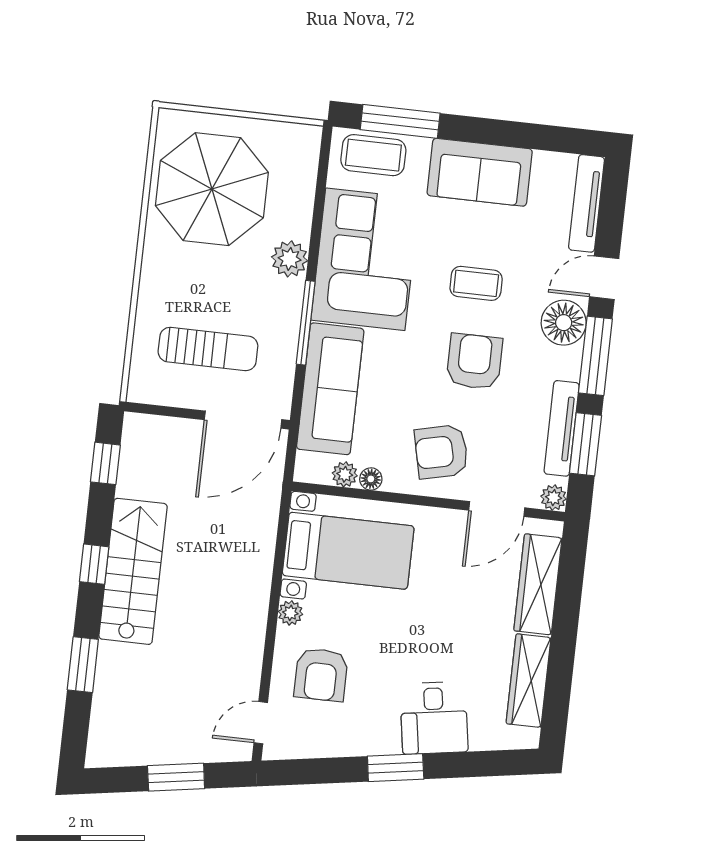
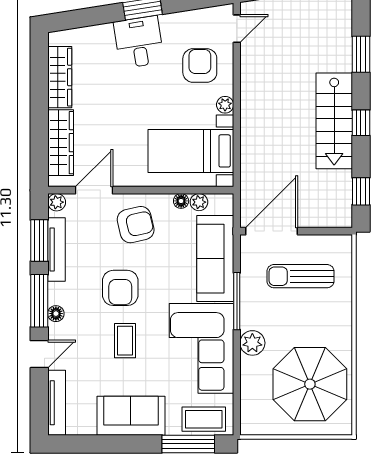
coffee table: (476, 283) -> (125, 341), turned 90
floor lamp: (564, 323) -> (56, 314), width x0.53, depth x0.53
desk: (434, 718) -> (139, 42), moved

